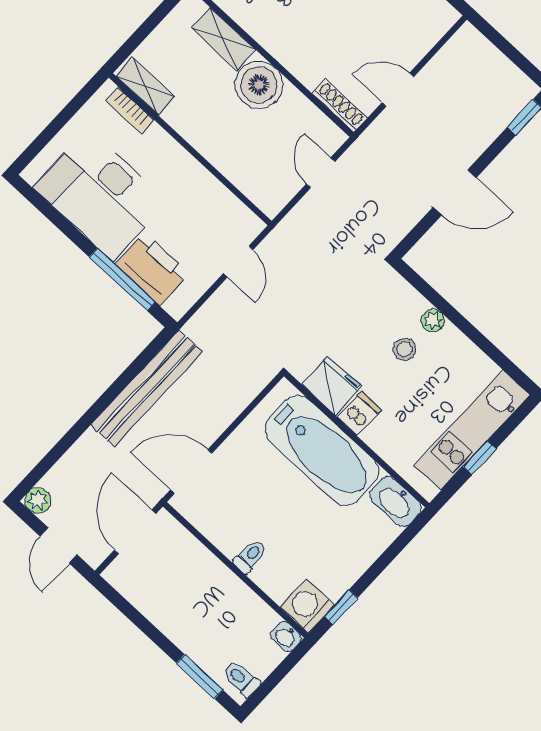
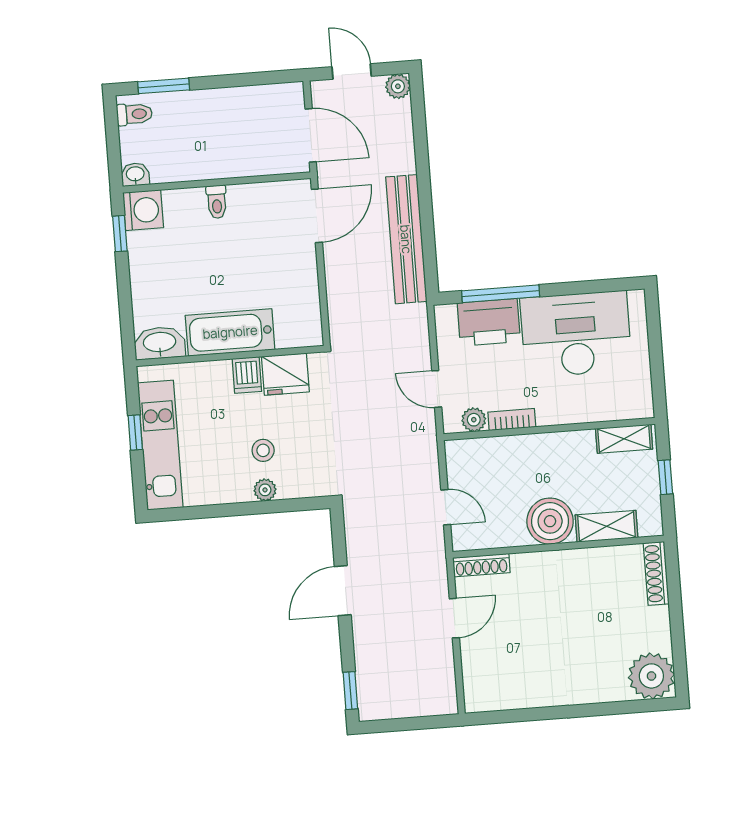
window: (146, 29) -> (665, 477), added
bookcase: (129, 110) -> (512, 420), moved
plant: (235, 212) -> (474, 420), added
bathtub: (322, 450) -> (230, 332), width x0.73, depth x0.73

